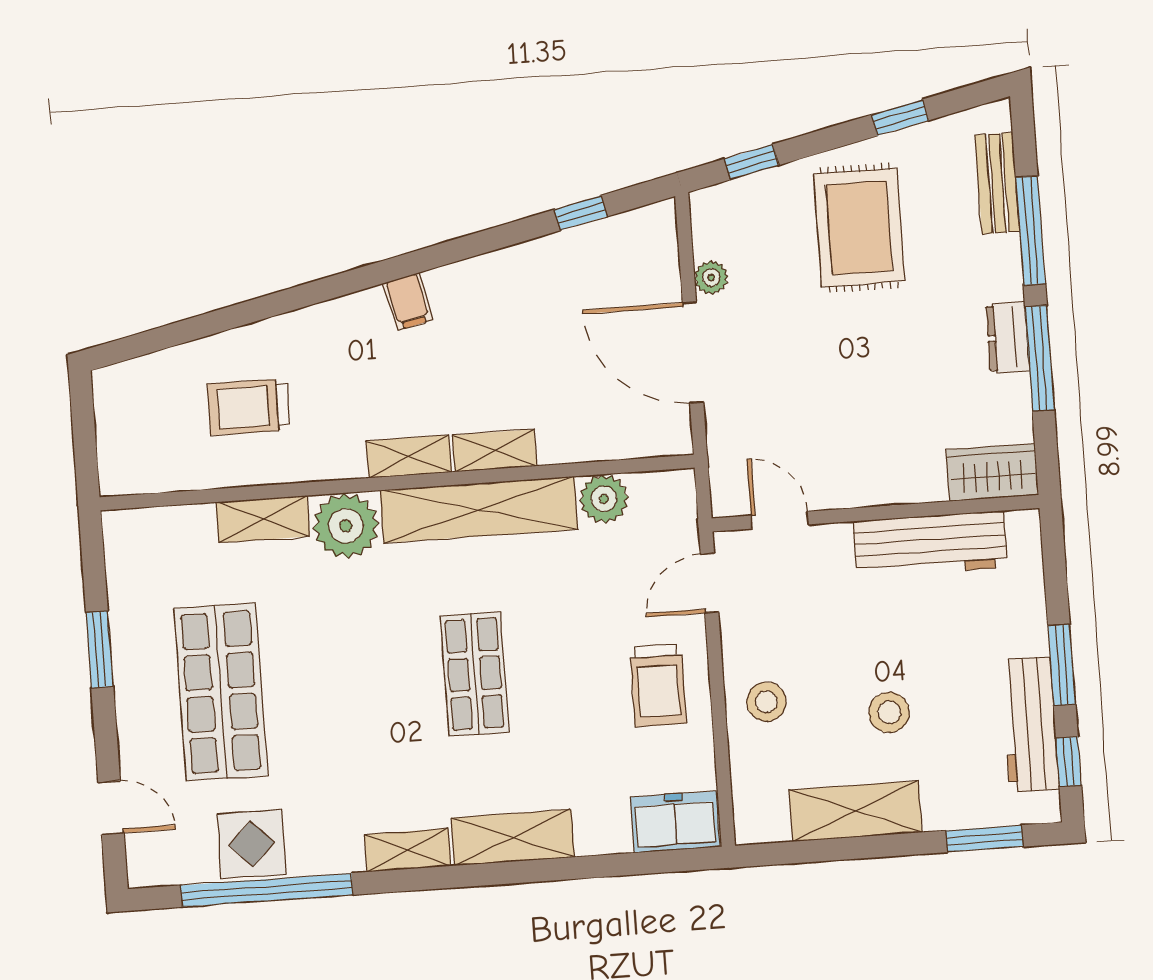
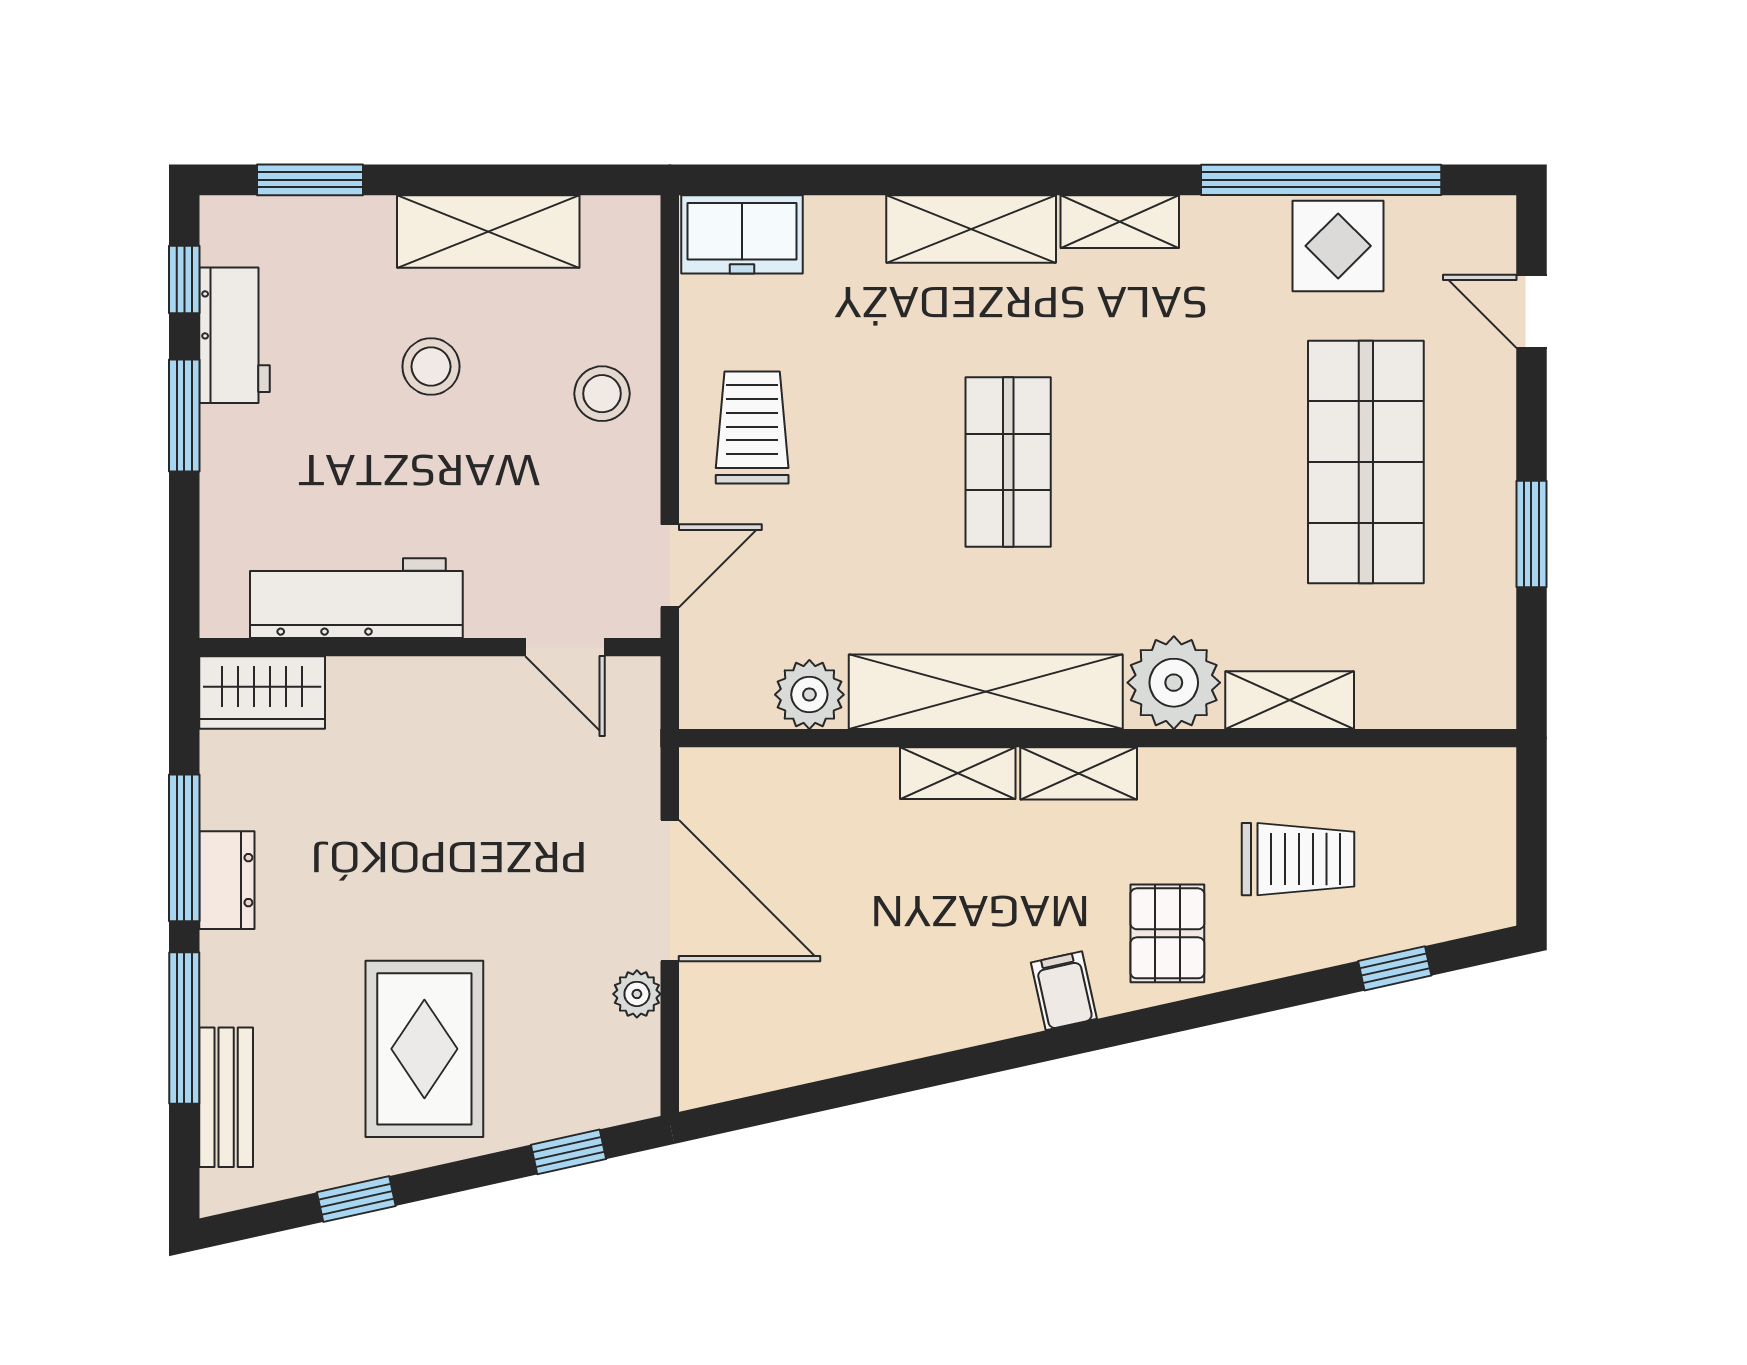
window: (581, 213) -> (1395, 968), moved
pallet: (338, 348) -> (1167, 933), added
workbench: (1030, 725) -> (234, 335), width x0.73

